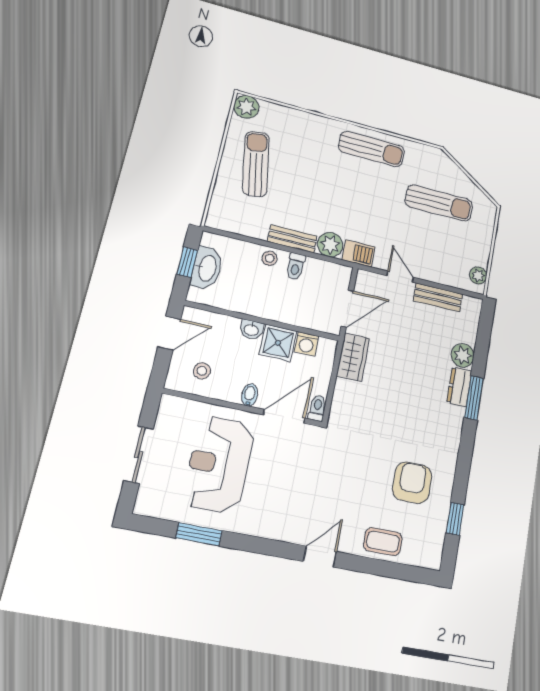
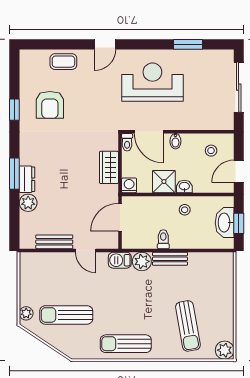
sun lounger: (256, 164) -> (188, 326), moved
stool: (270, 258) -> (185, 210), moved
plant: (478, 275) -> (26, 313), moved
washing machine: (306, 344) -> (129, 185), moved
wardrobe: (353, 357) -> (109, 167), moved
door: (284, 416) -> (149, 132), hinge flipped
sliding door: (139, 455) -> (239, 87), width x1.37
reception desk: (219, 464) -> (152, 82), moved, turned -90
window: (455, 519) -> (14, 110), moved

